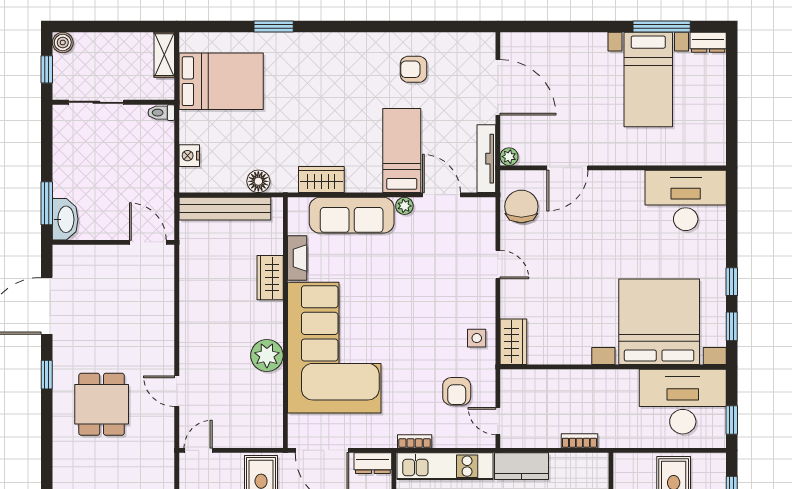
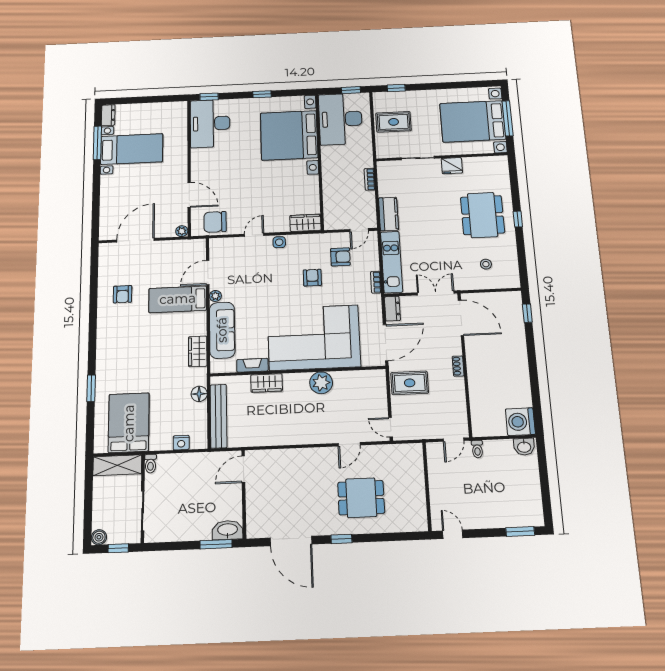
shelving: (164, 55) -> (117, 465), width x1.50, depth x1.33
tv unit: (486, 159) -> (183, 245), removed
window: (732, 326) -> (209, 97), moved
side table: (477, 338) -> (279, 242), moved
armchair: (426, 349) -> (312, 278), added

